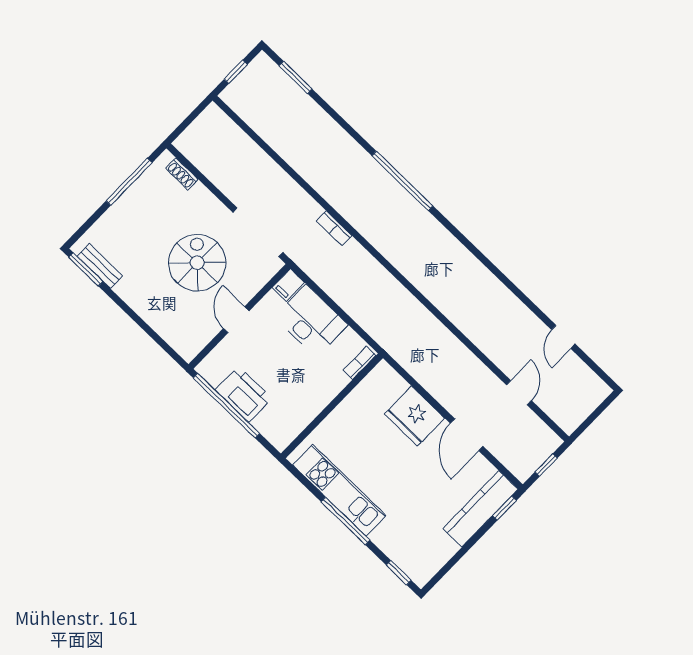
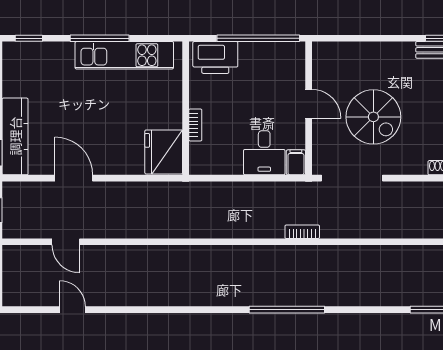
desk: (311, 321) -> (264, 153), width x0.73
bookcase: (359, 363) -> (195, 125), moved
printer: (244, 394) -> (215, 57), moved
fridge: (414, 416) -> (164, 152), moved, turned -90

